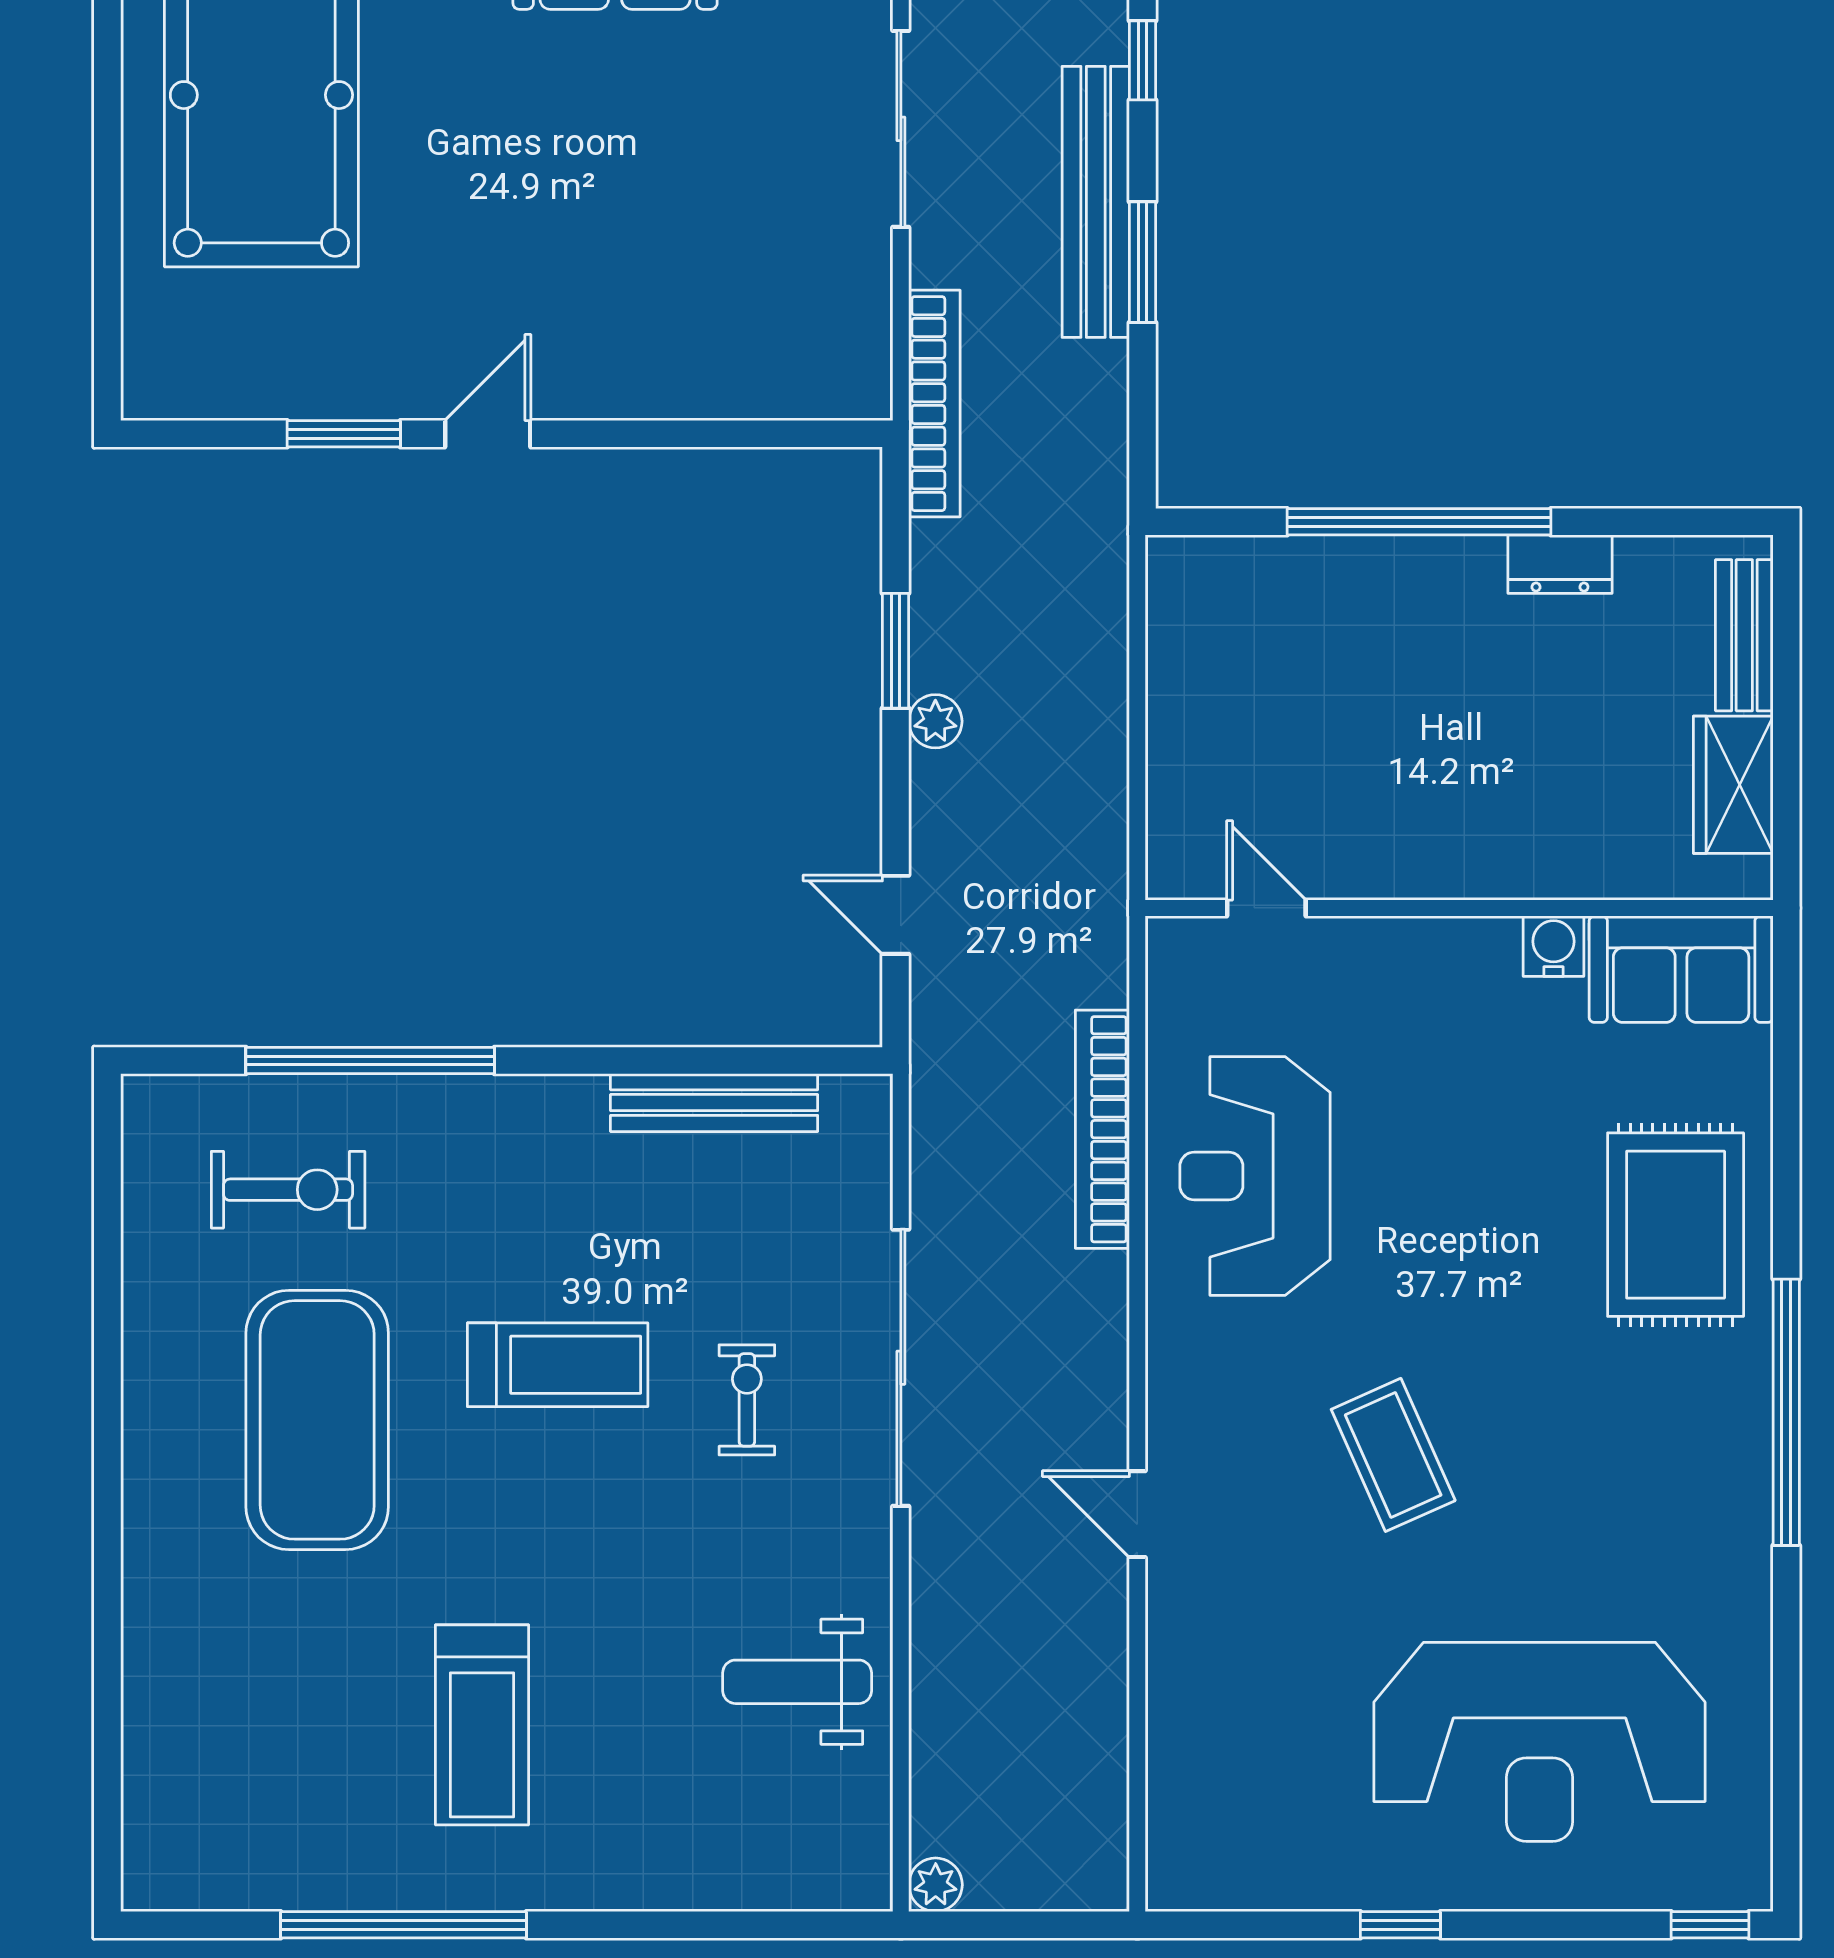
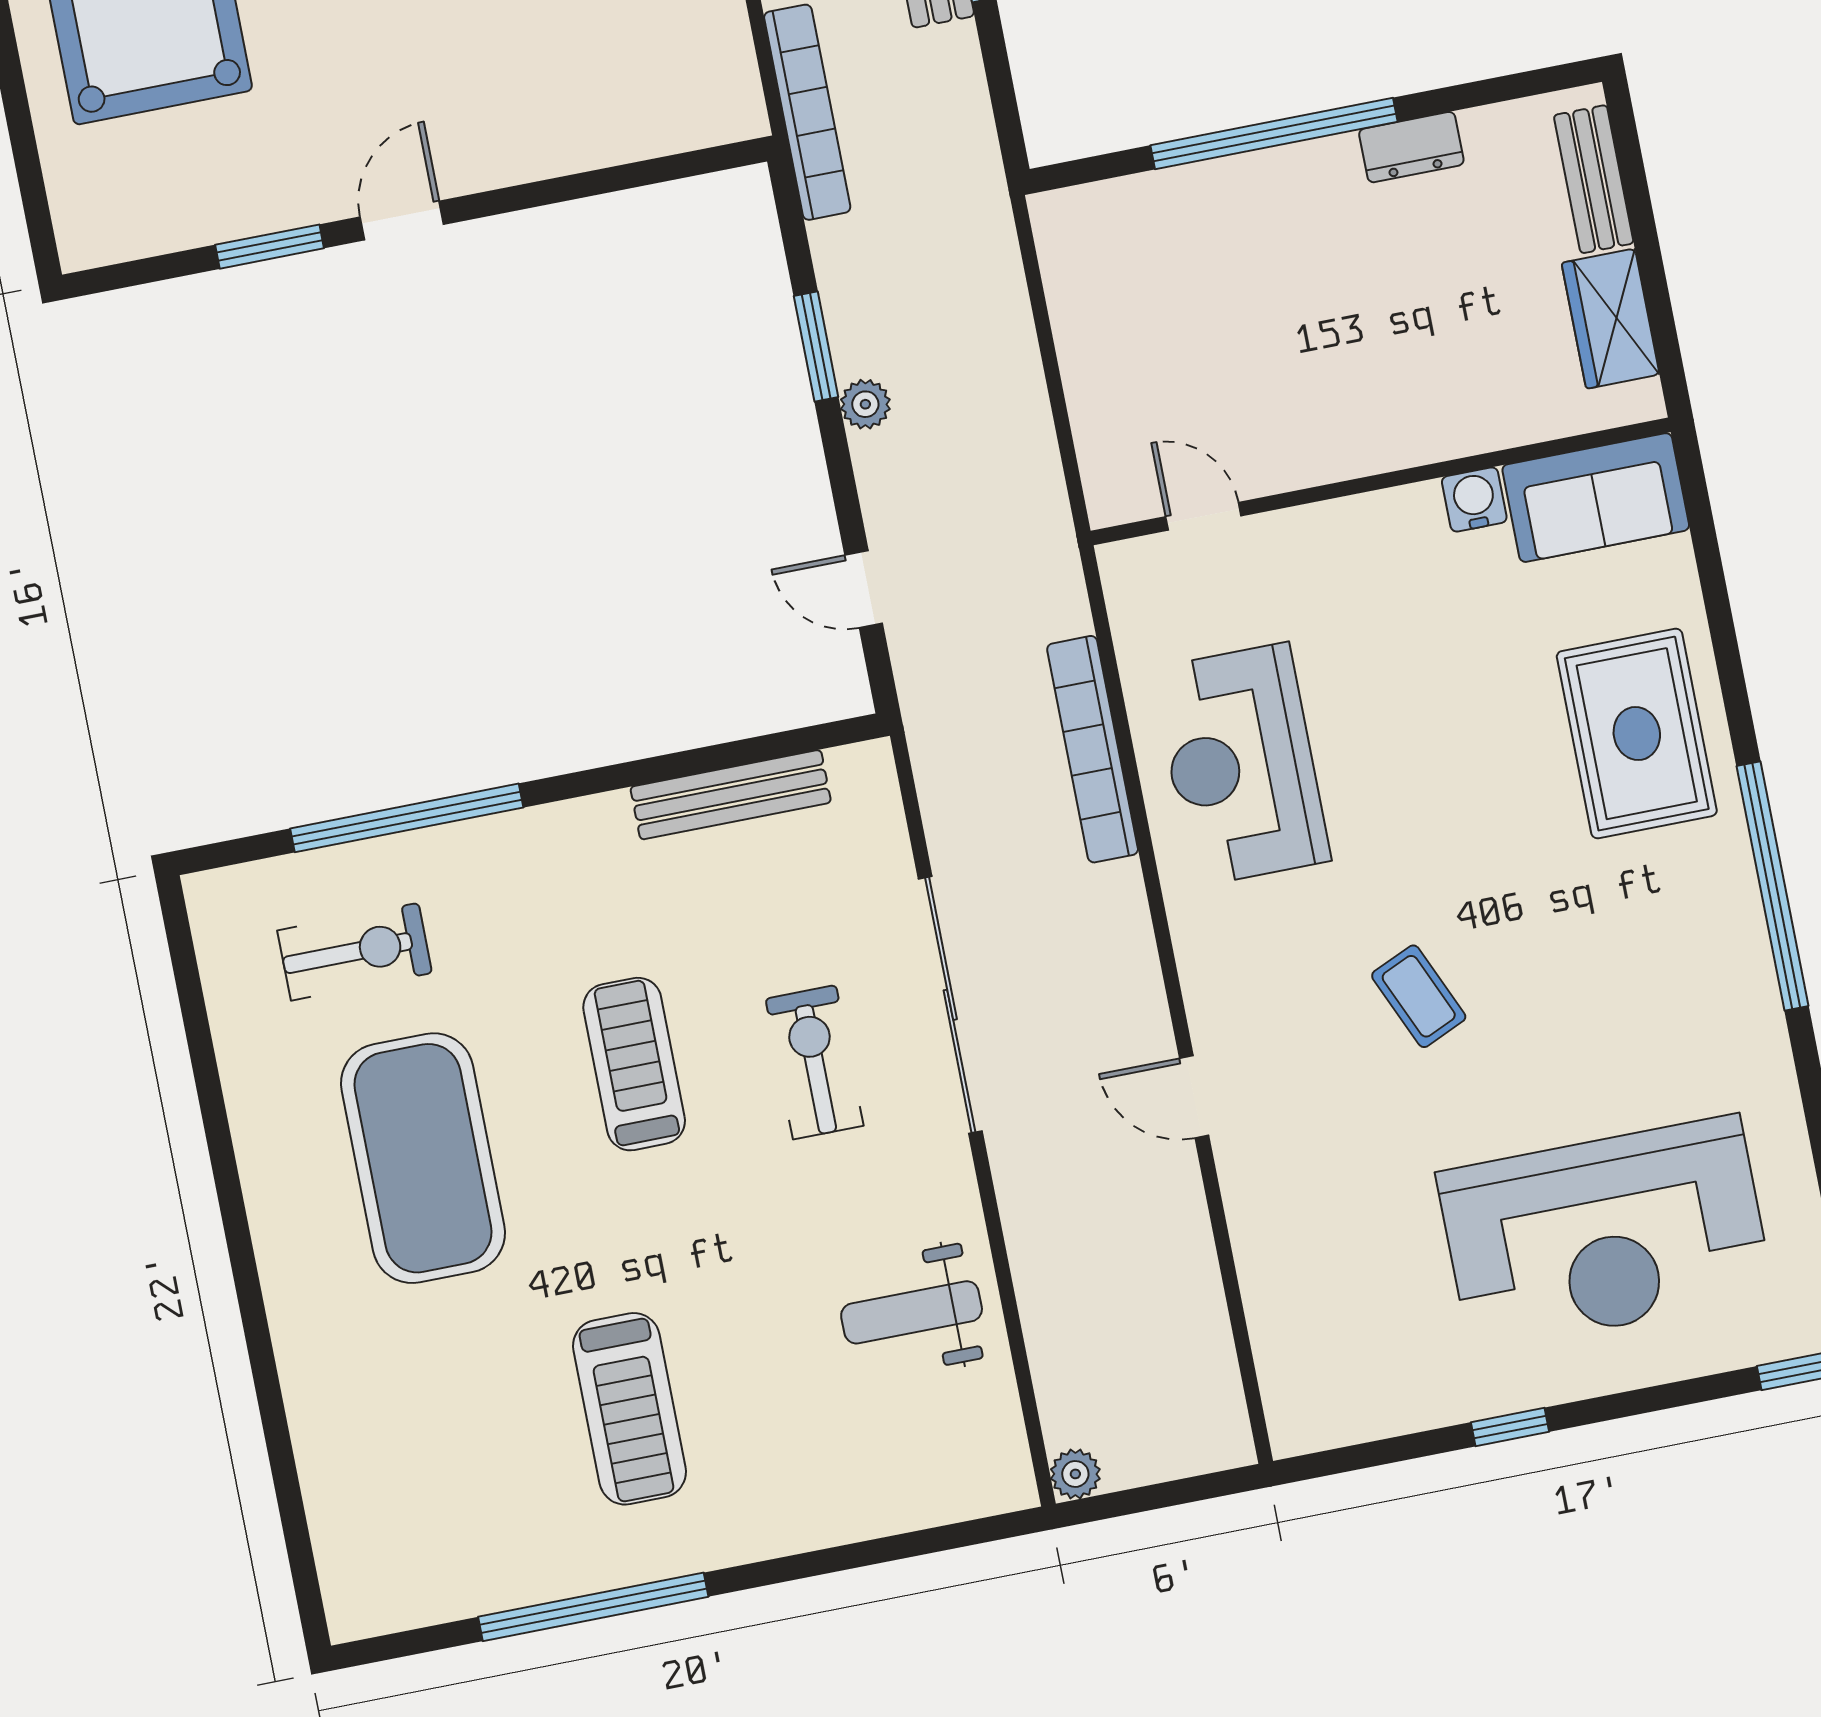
treadmill: (558, 1365) -> (634, 1064), turned -90
exercise bike: (747, 1400) -> (814, 1062), width x1.38, depth x1.39
coffee table: (1393, 1455) -> (1419, 996), width x0.73, depth x0.77

